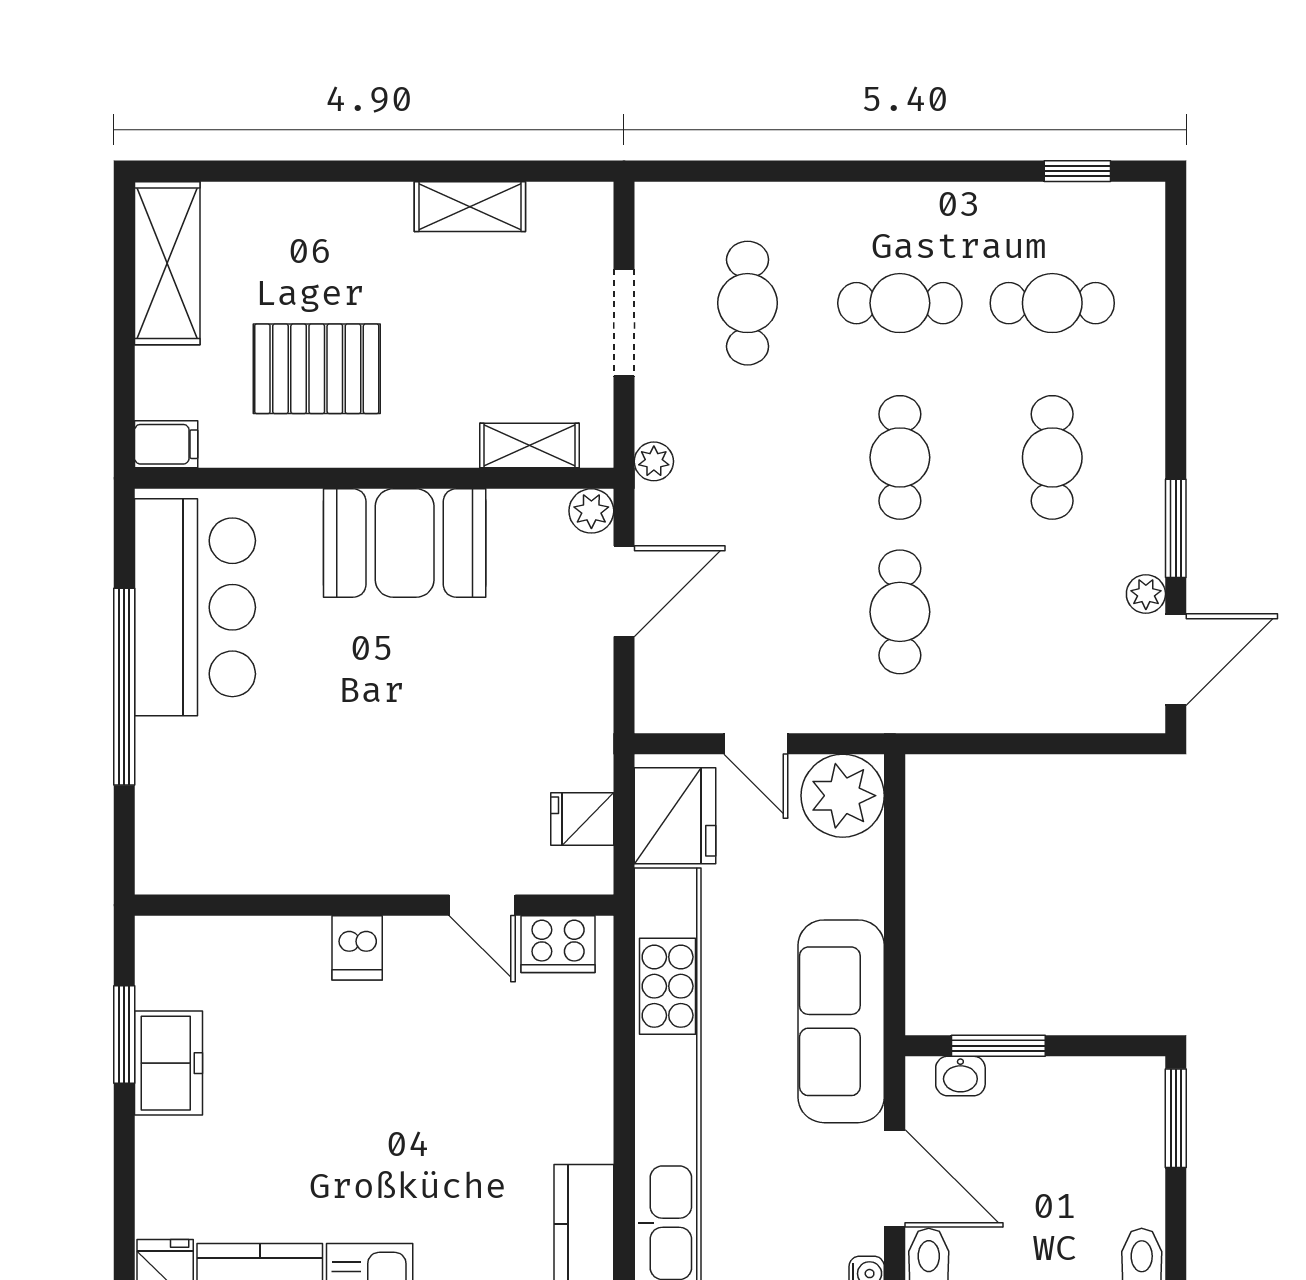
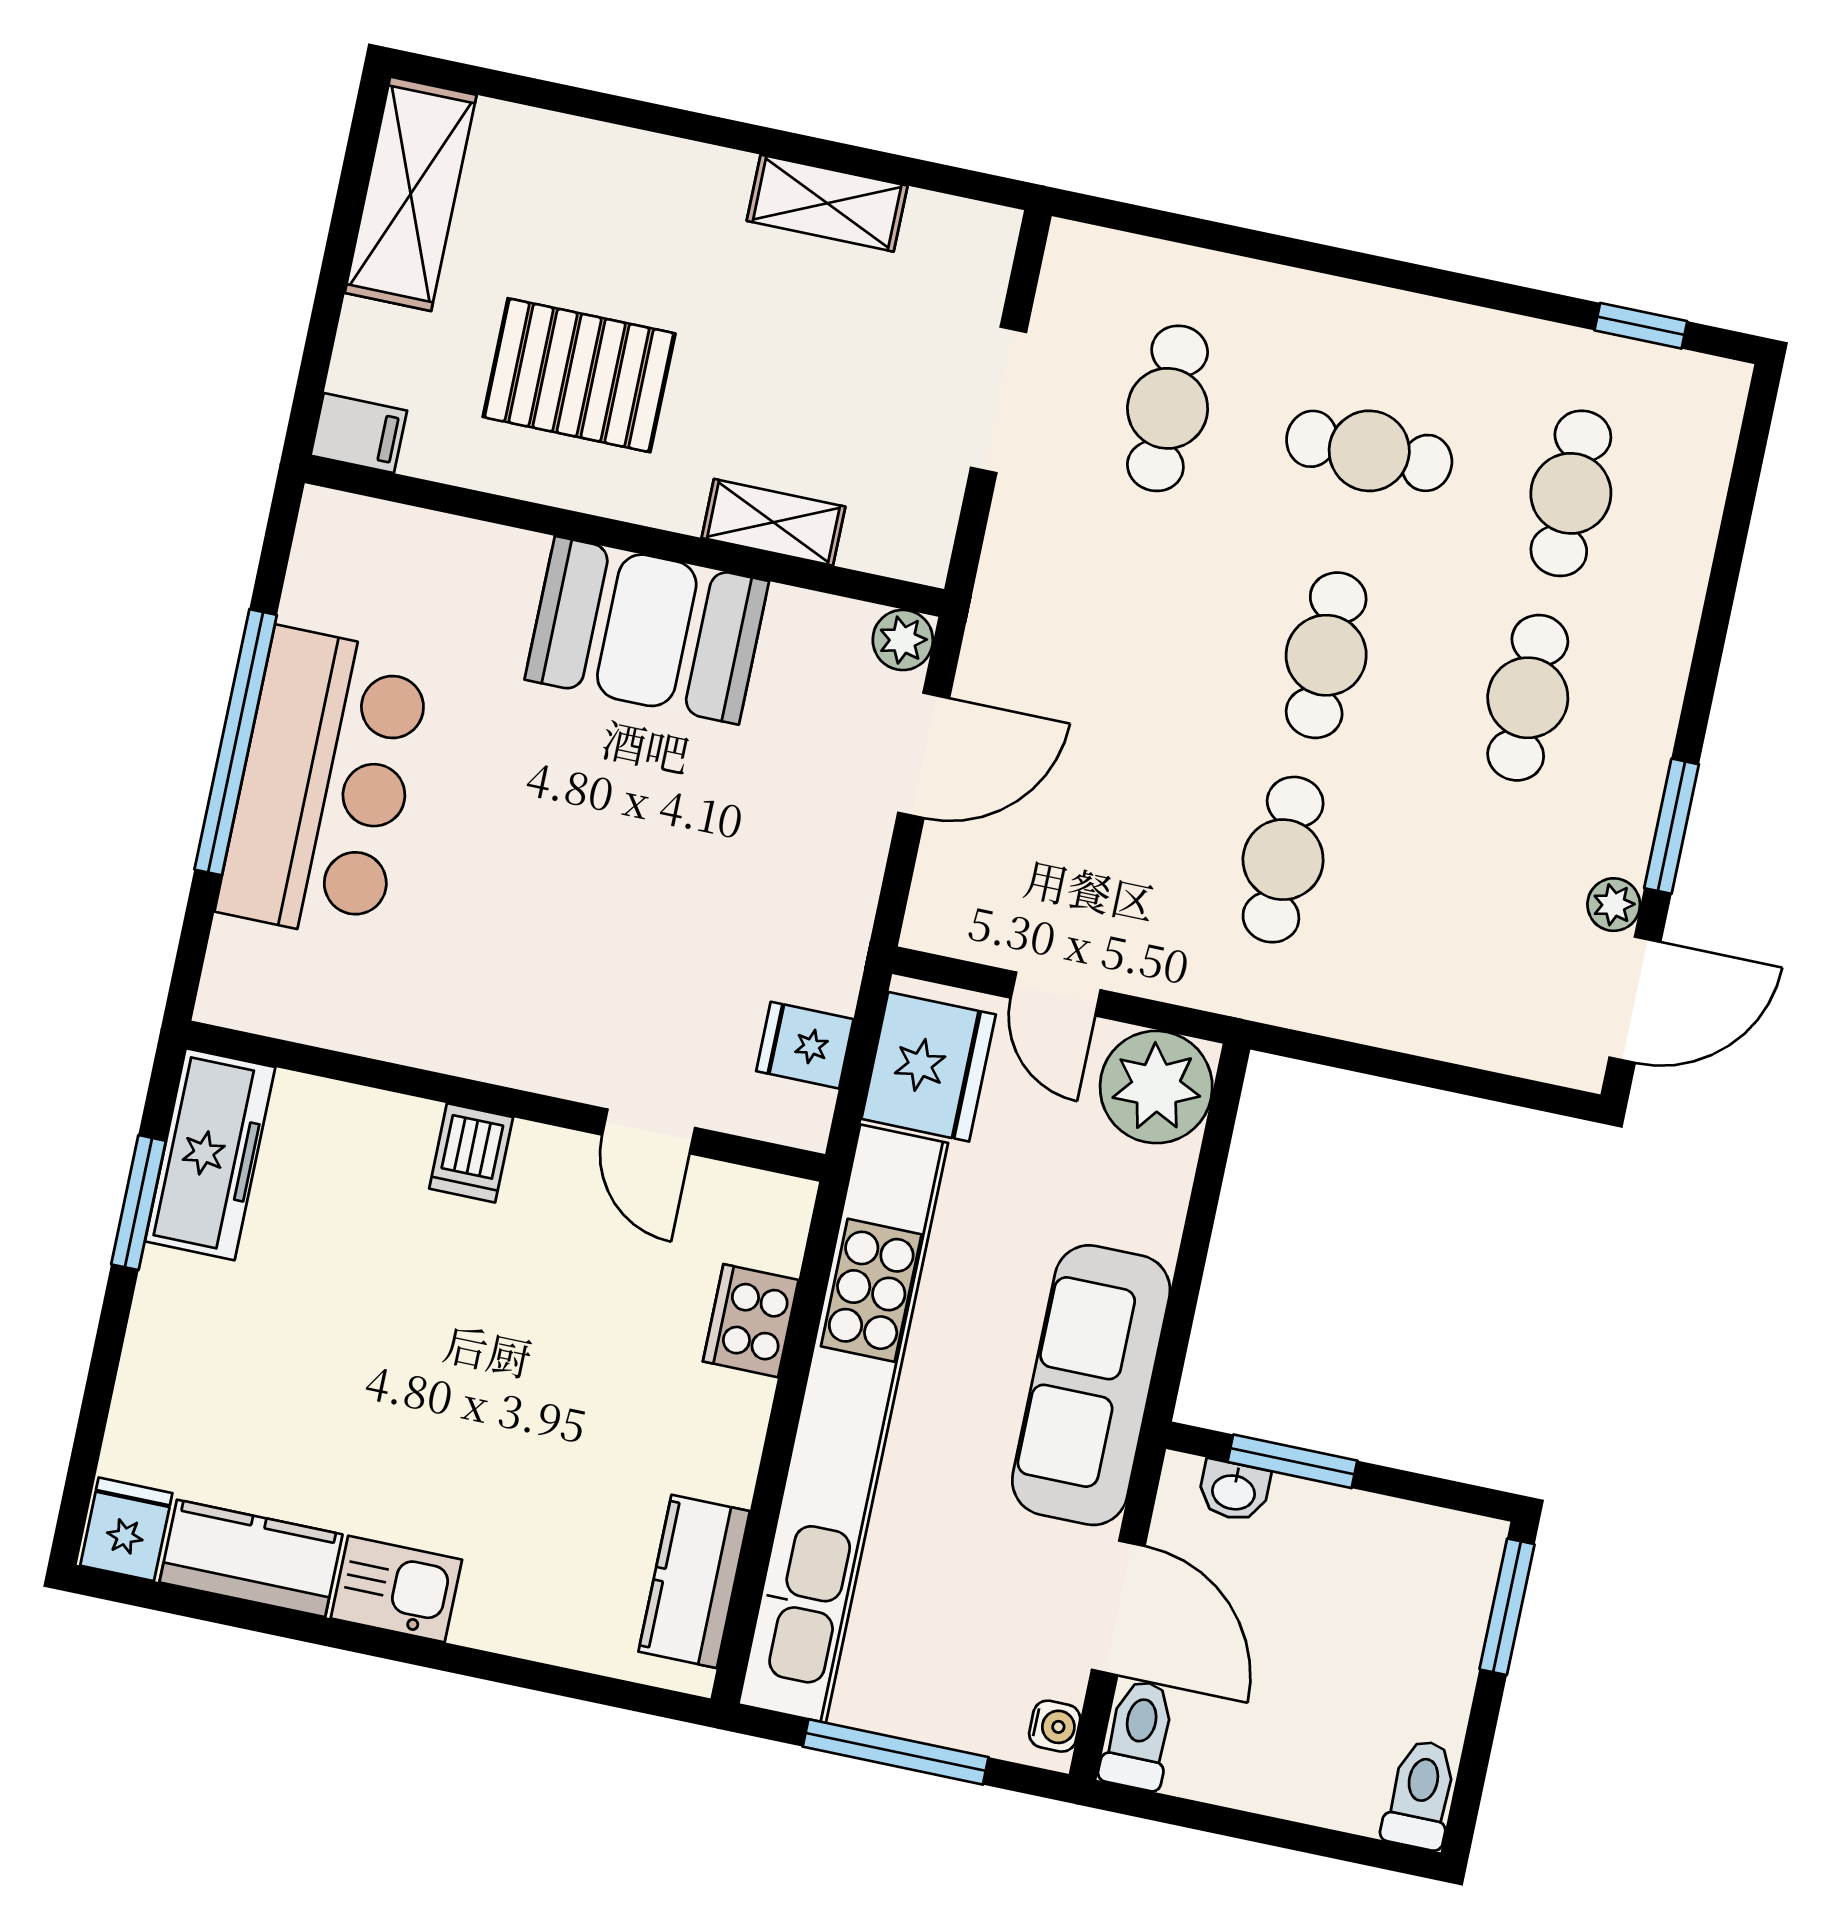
cafe table: (1052, 303) -> (1571, 493), turned 90
shelving: (529, 446) -> (773, 522), moved
plant: (654, 461) -> (999, 592), removed
bar counter: (195, 607) -> (324, 785), moved
cooker: (558, 944) -> (751, 1321), moved, turned 90
freezer: (169, 1063) -> (210, 1154), moved, width x1.40

